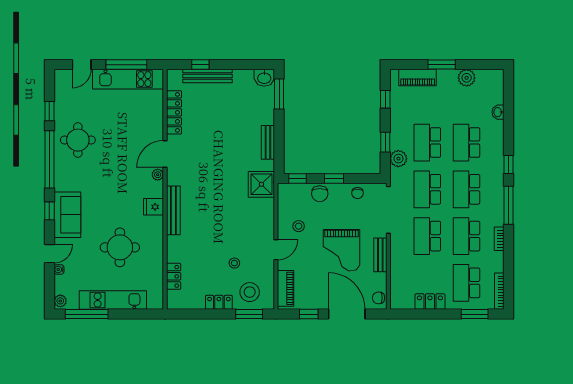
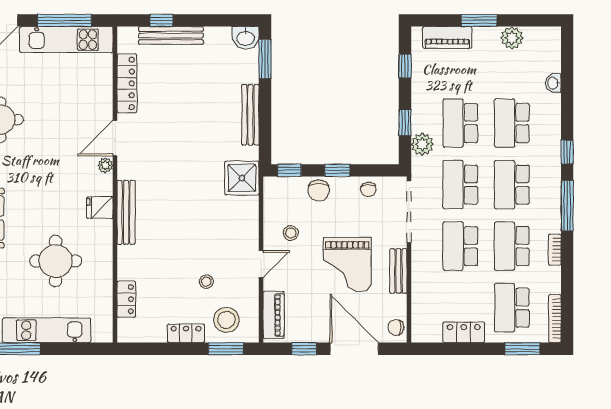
bench: (268, 142) -> (250, 115), width x1.36

